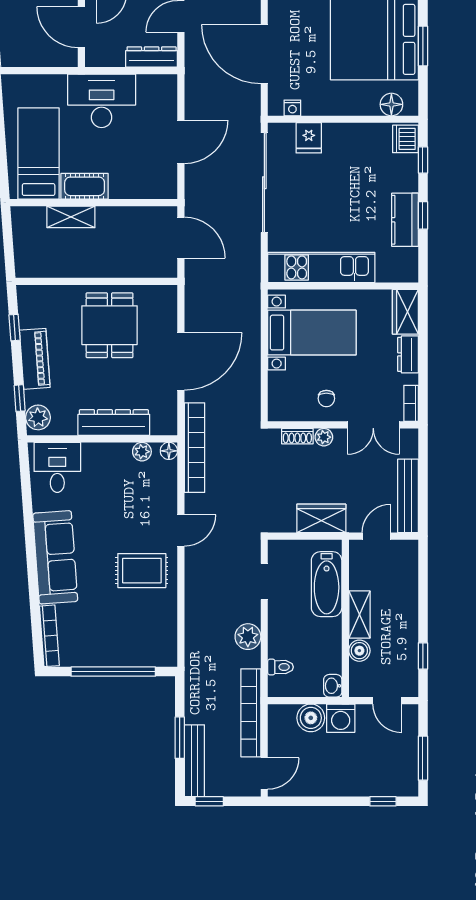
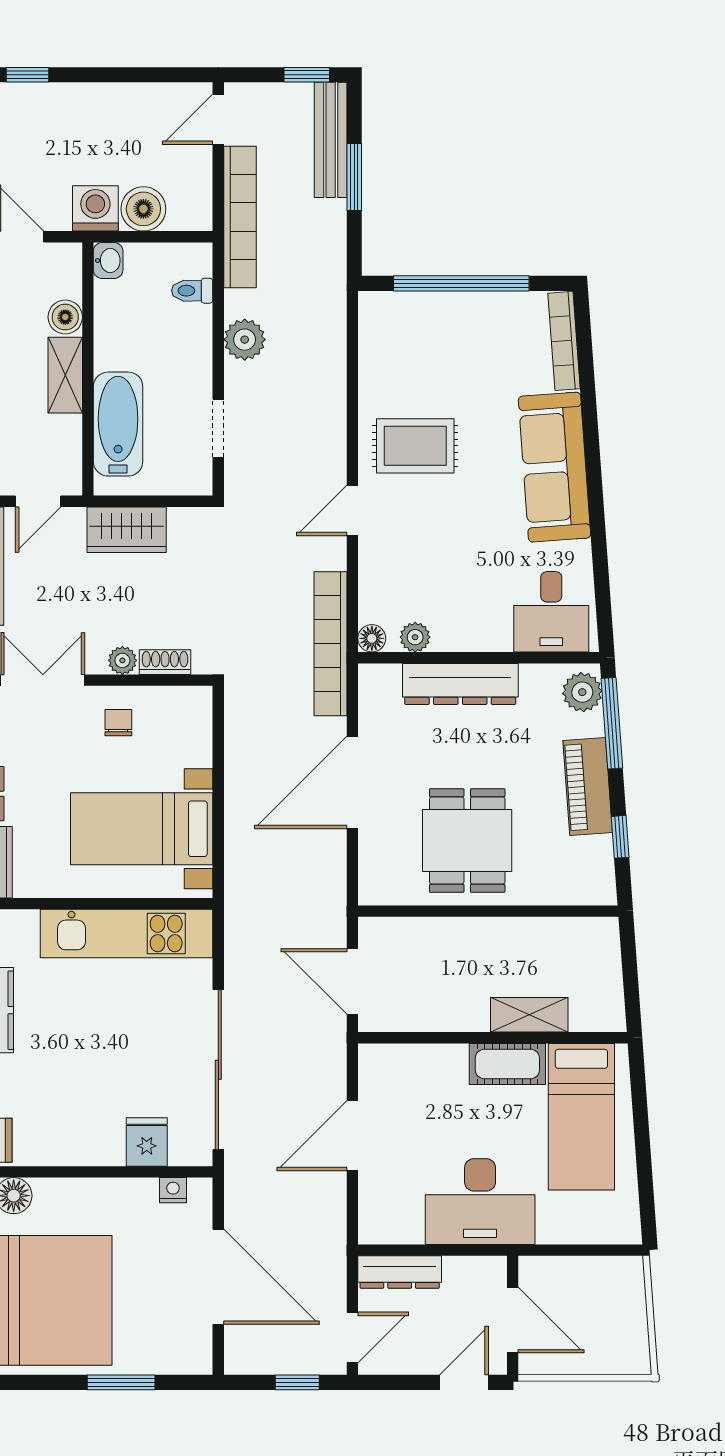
window: (20, 398) -> (612, 723), width x2.17

